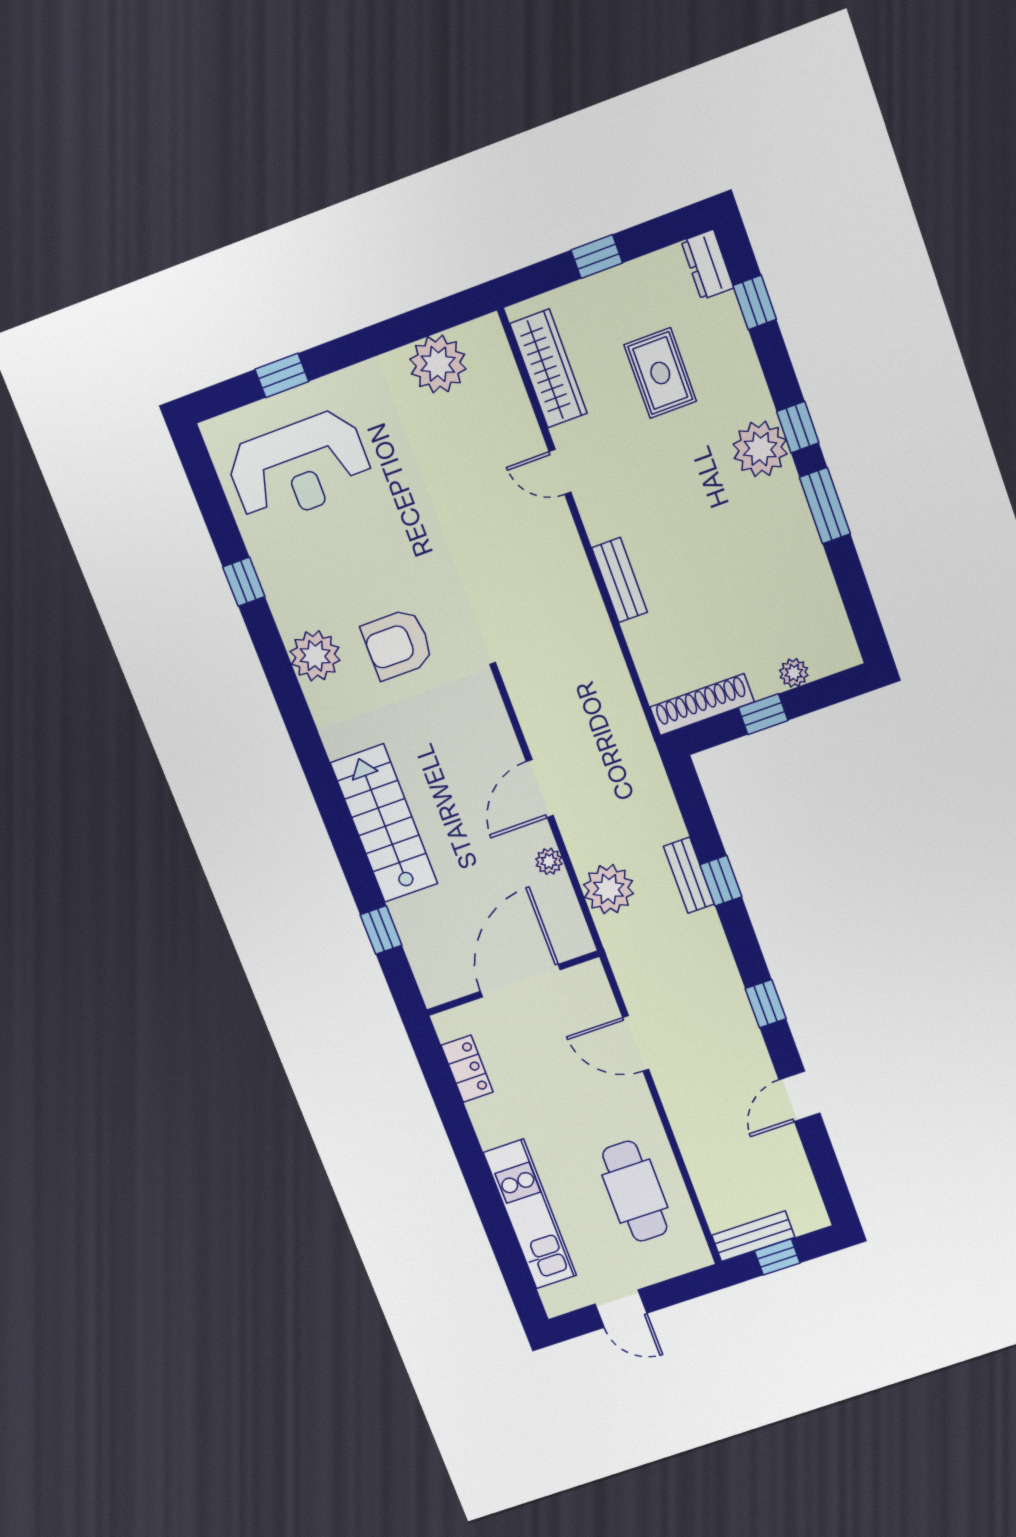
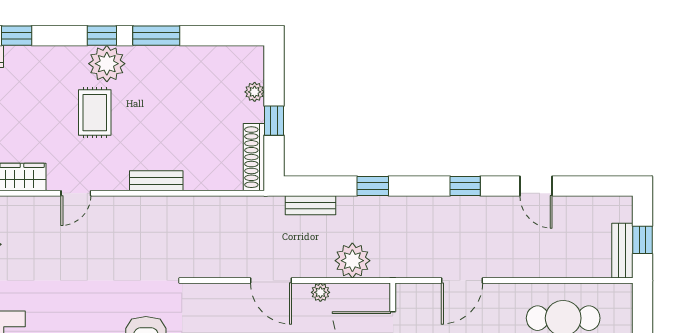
rug: (660, 373) -> (95, 113), moved, turned 90
bench: (689, 875) -> (310, 205), moved

